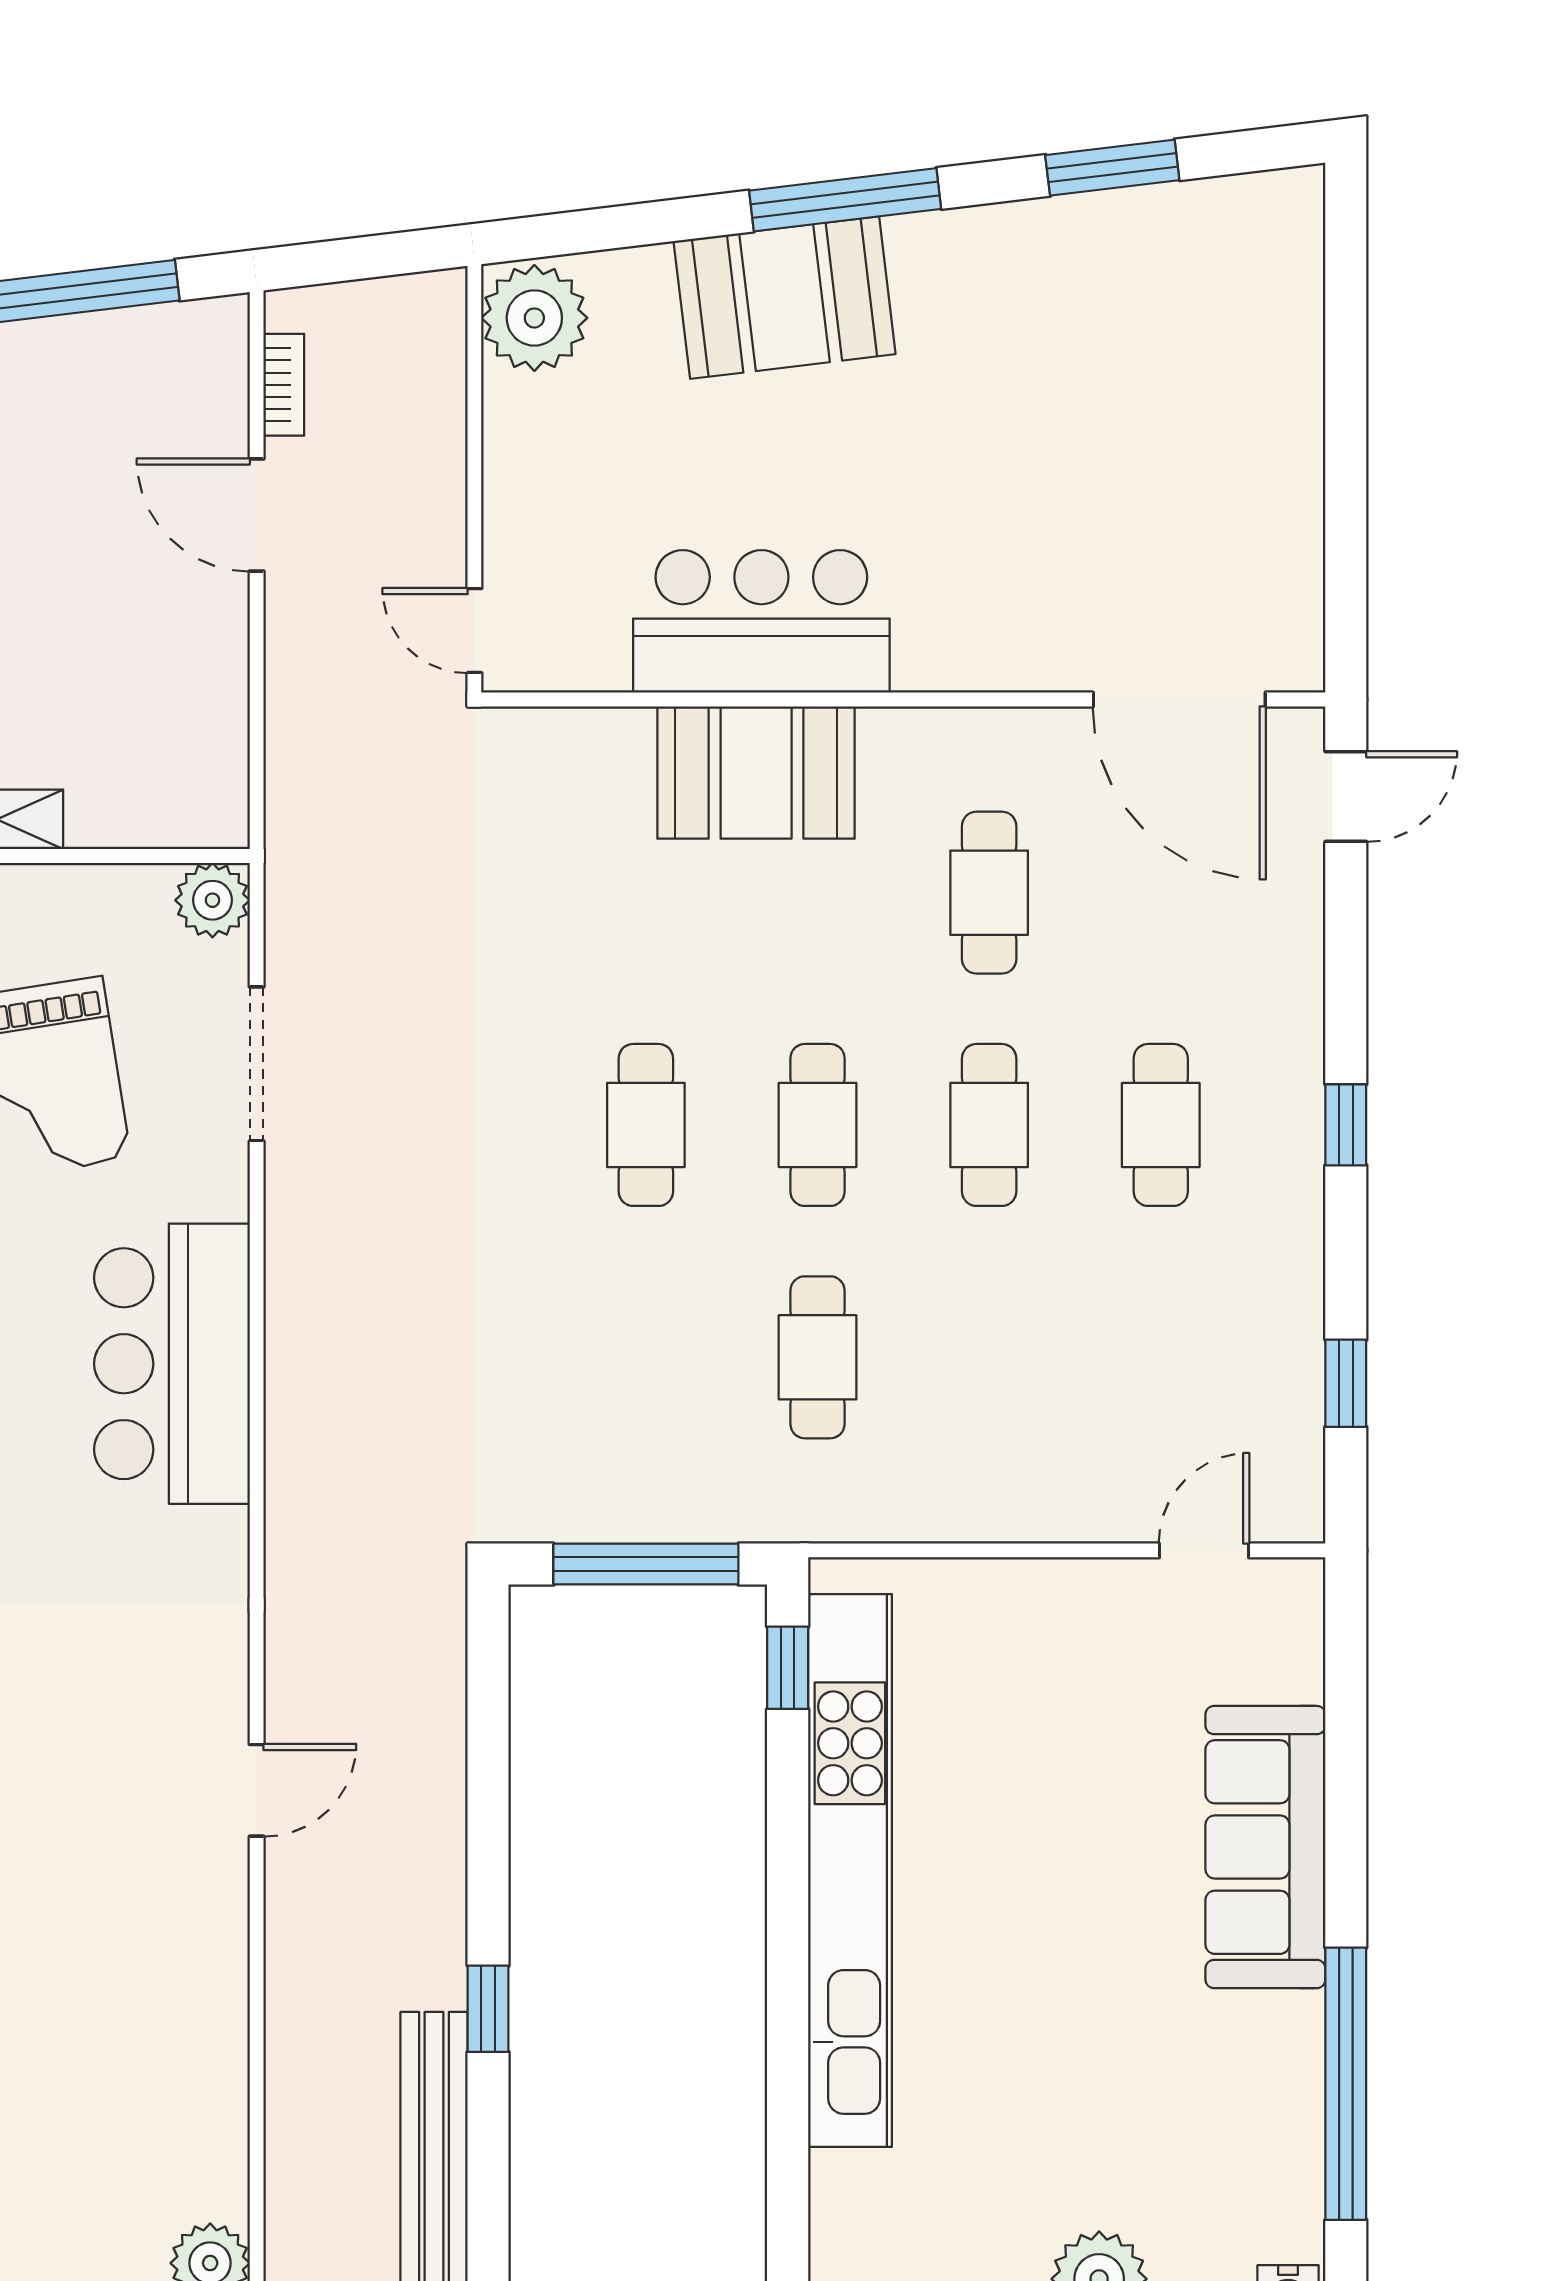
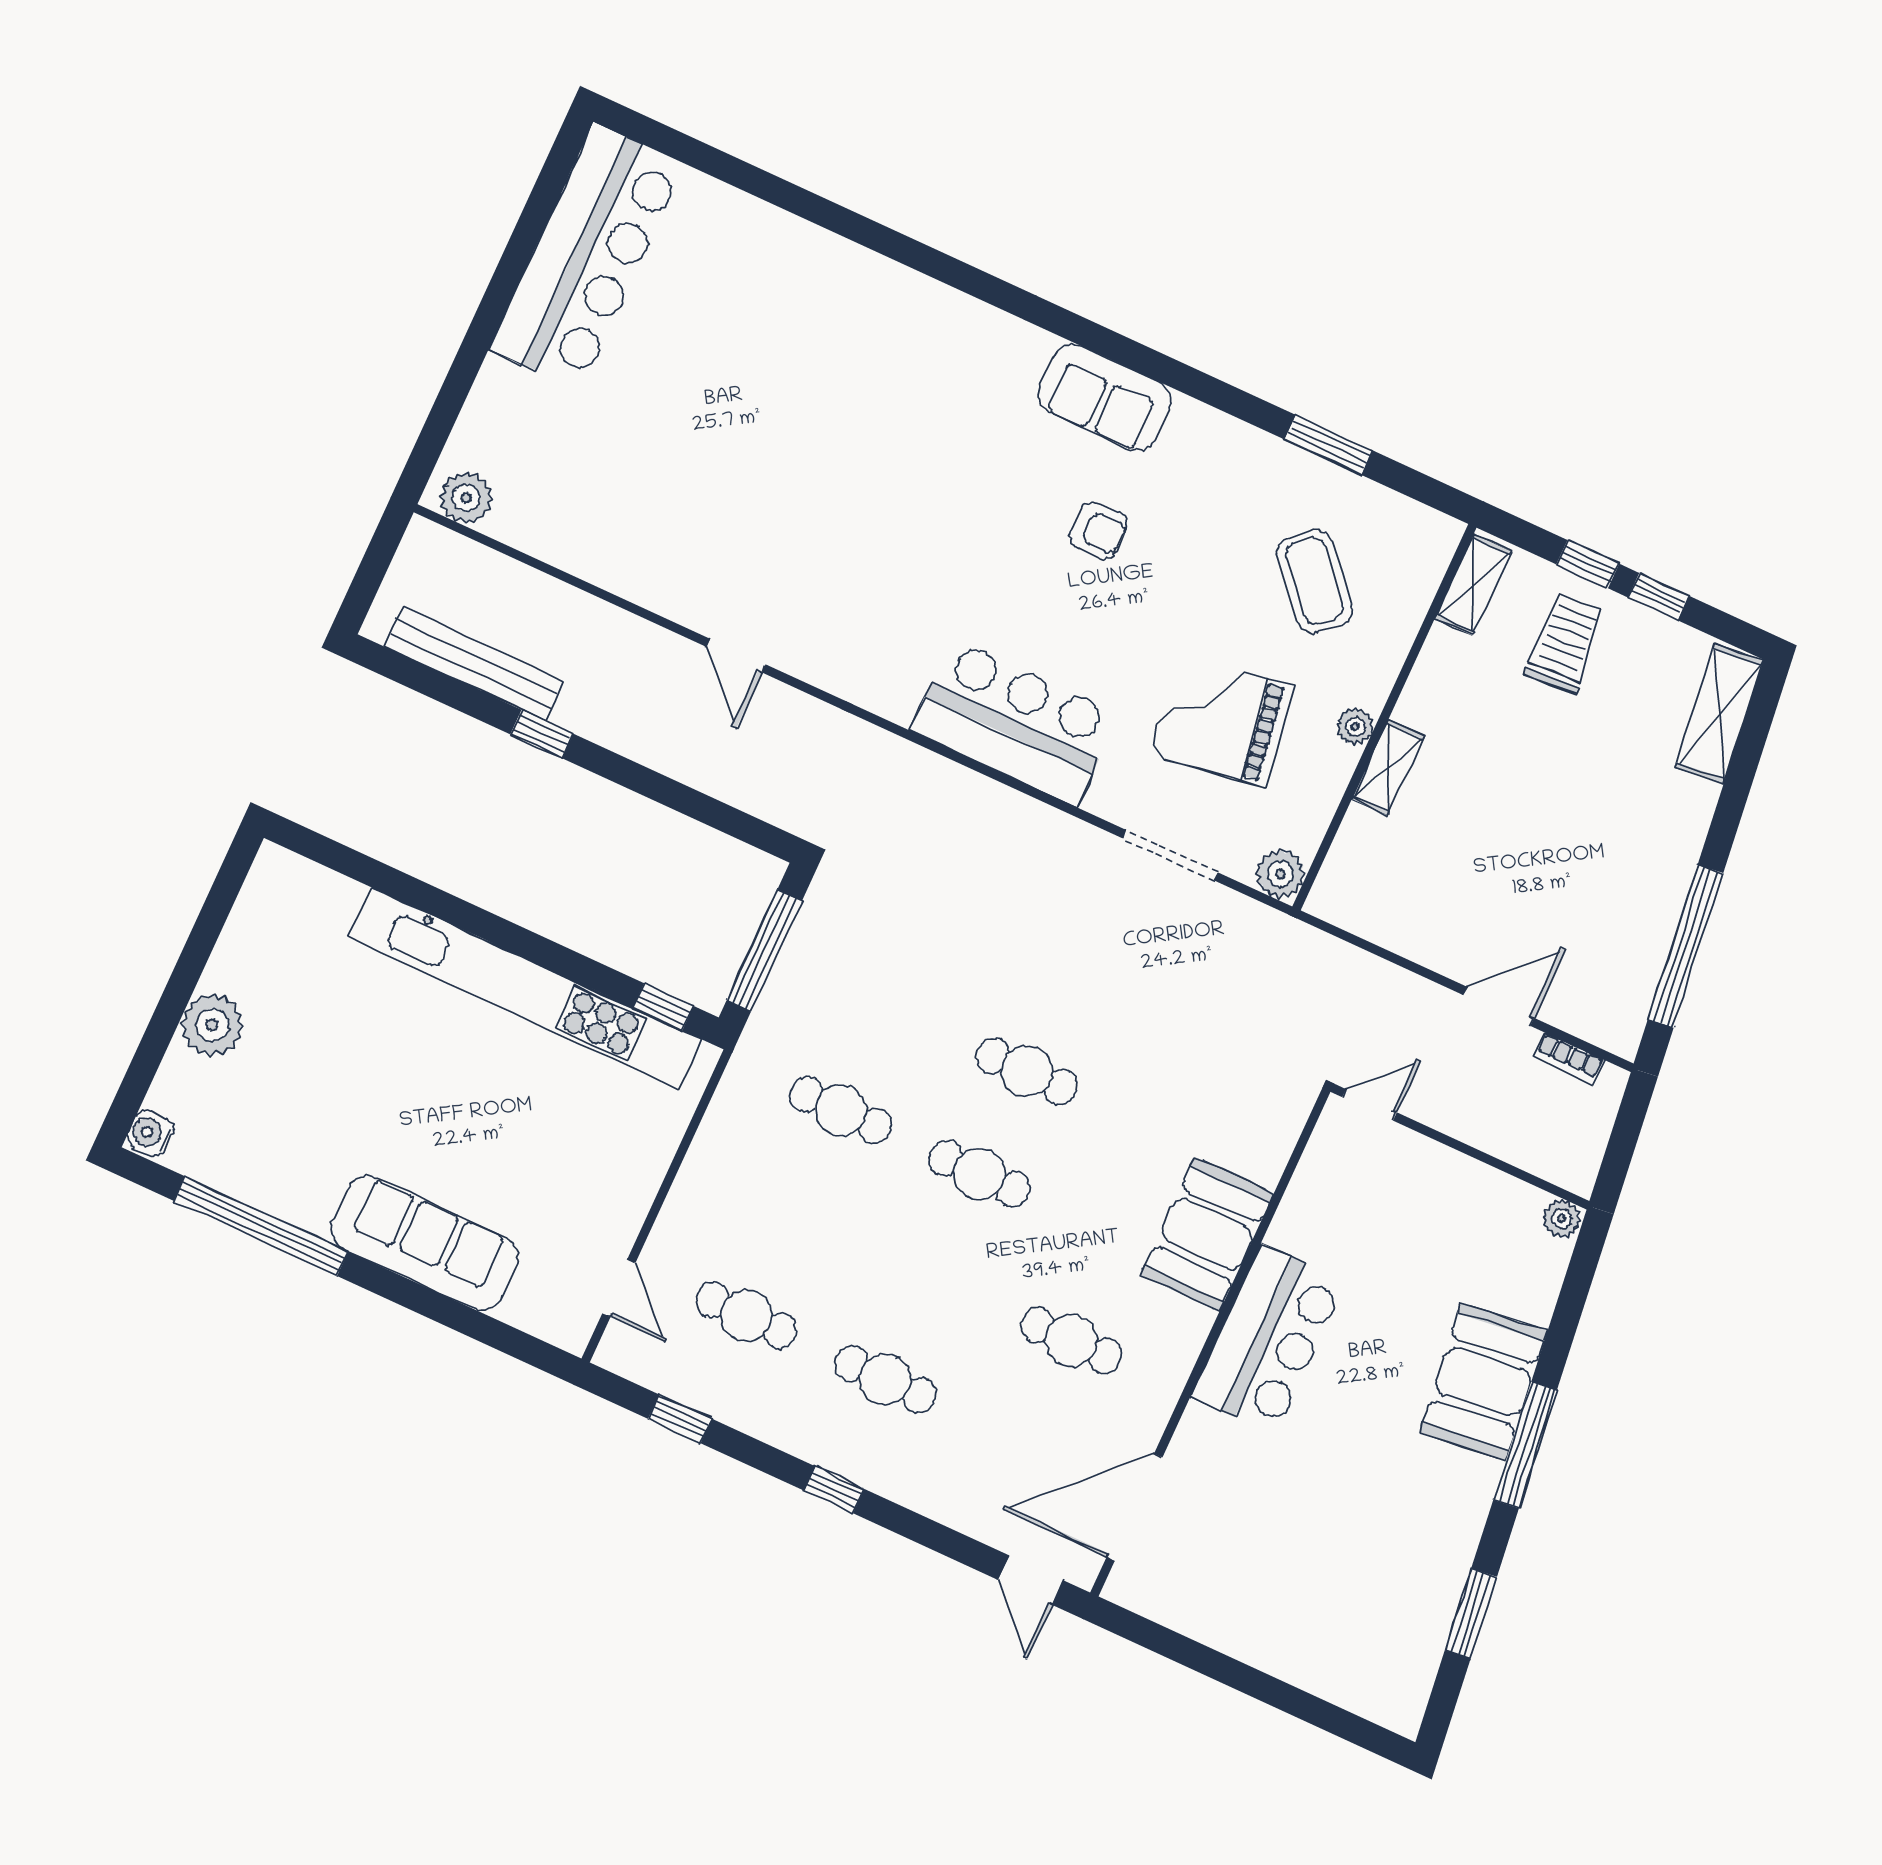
plant: (534, 318) -> (1562, 1219), width x0.53, depth x0.53
bar counter: (761, 621) -> (1268, 1340), moved
cafe table: (989, 1125) -> (746, 1315), moved

